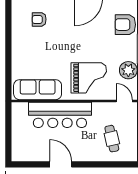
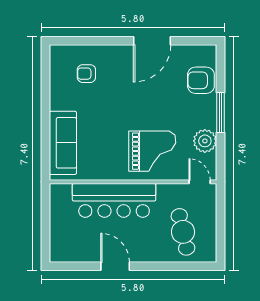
sofa: (38, 90) -> (63, 143), moved, turned 90
cafe table: (112, 139) -> (183, 232), width x1.37, depth x1.35

